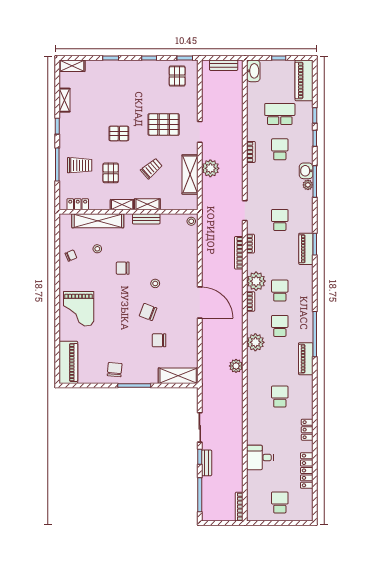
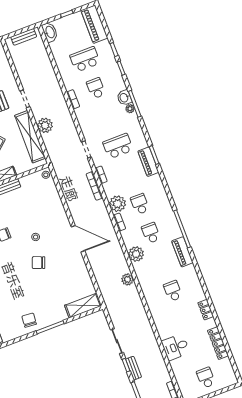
shelving: (190, 174) -> (30, 137), width x1.47
school desk: (280, 220) -> (118, 146), width x1.85
chair: (159, 340) -> (56, 282), removed

